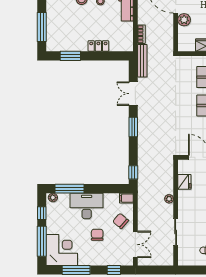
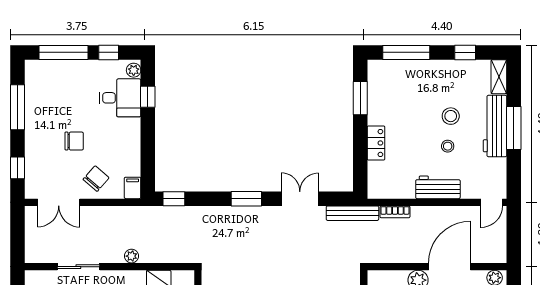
window: (70, 189) -> (148, 97), width x0.46
desk: (87, 206) -> (120, 98), moved, width x0.73
corner desk: (62, 250) -> (50, 84), removed

